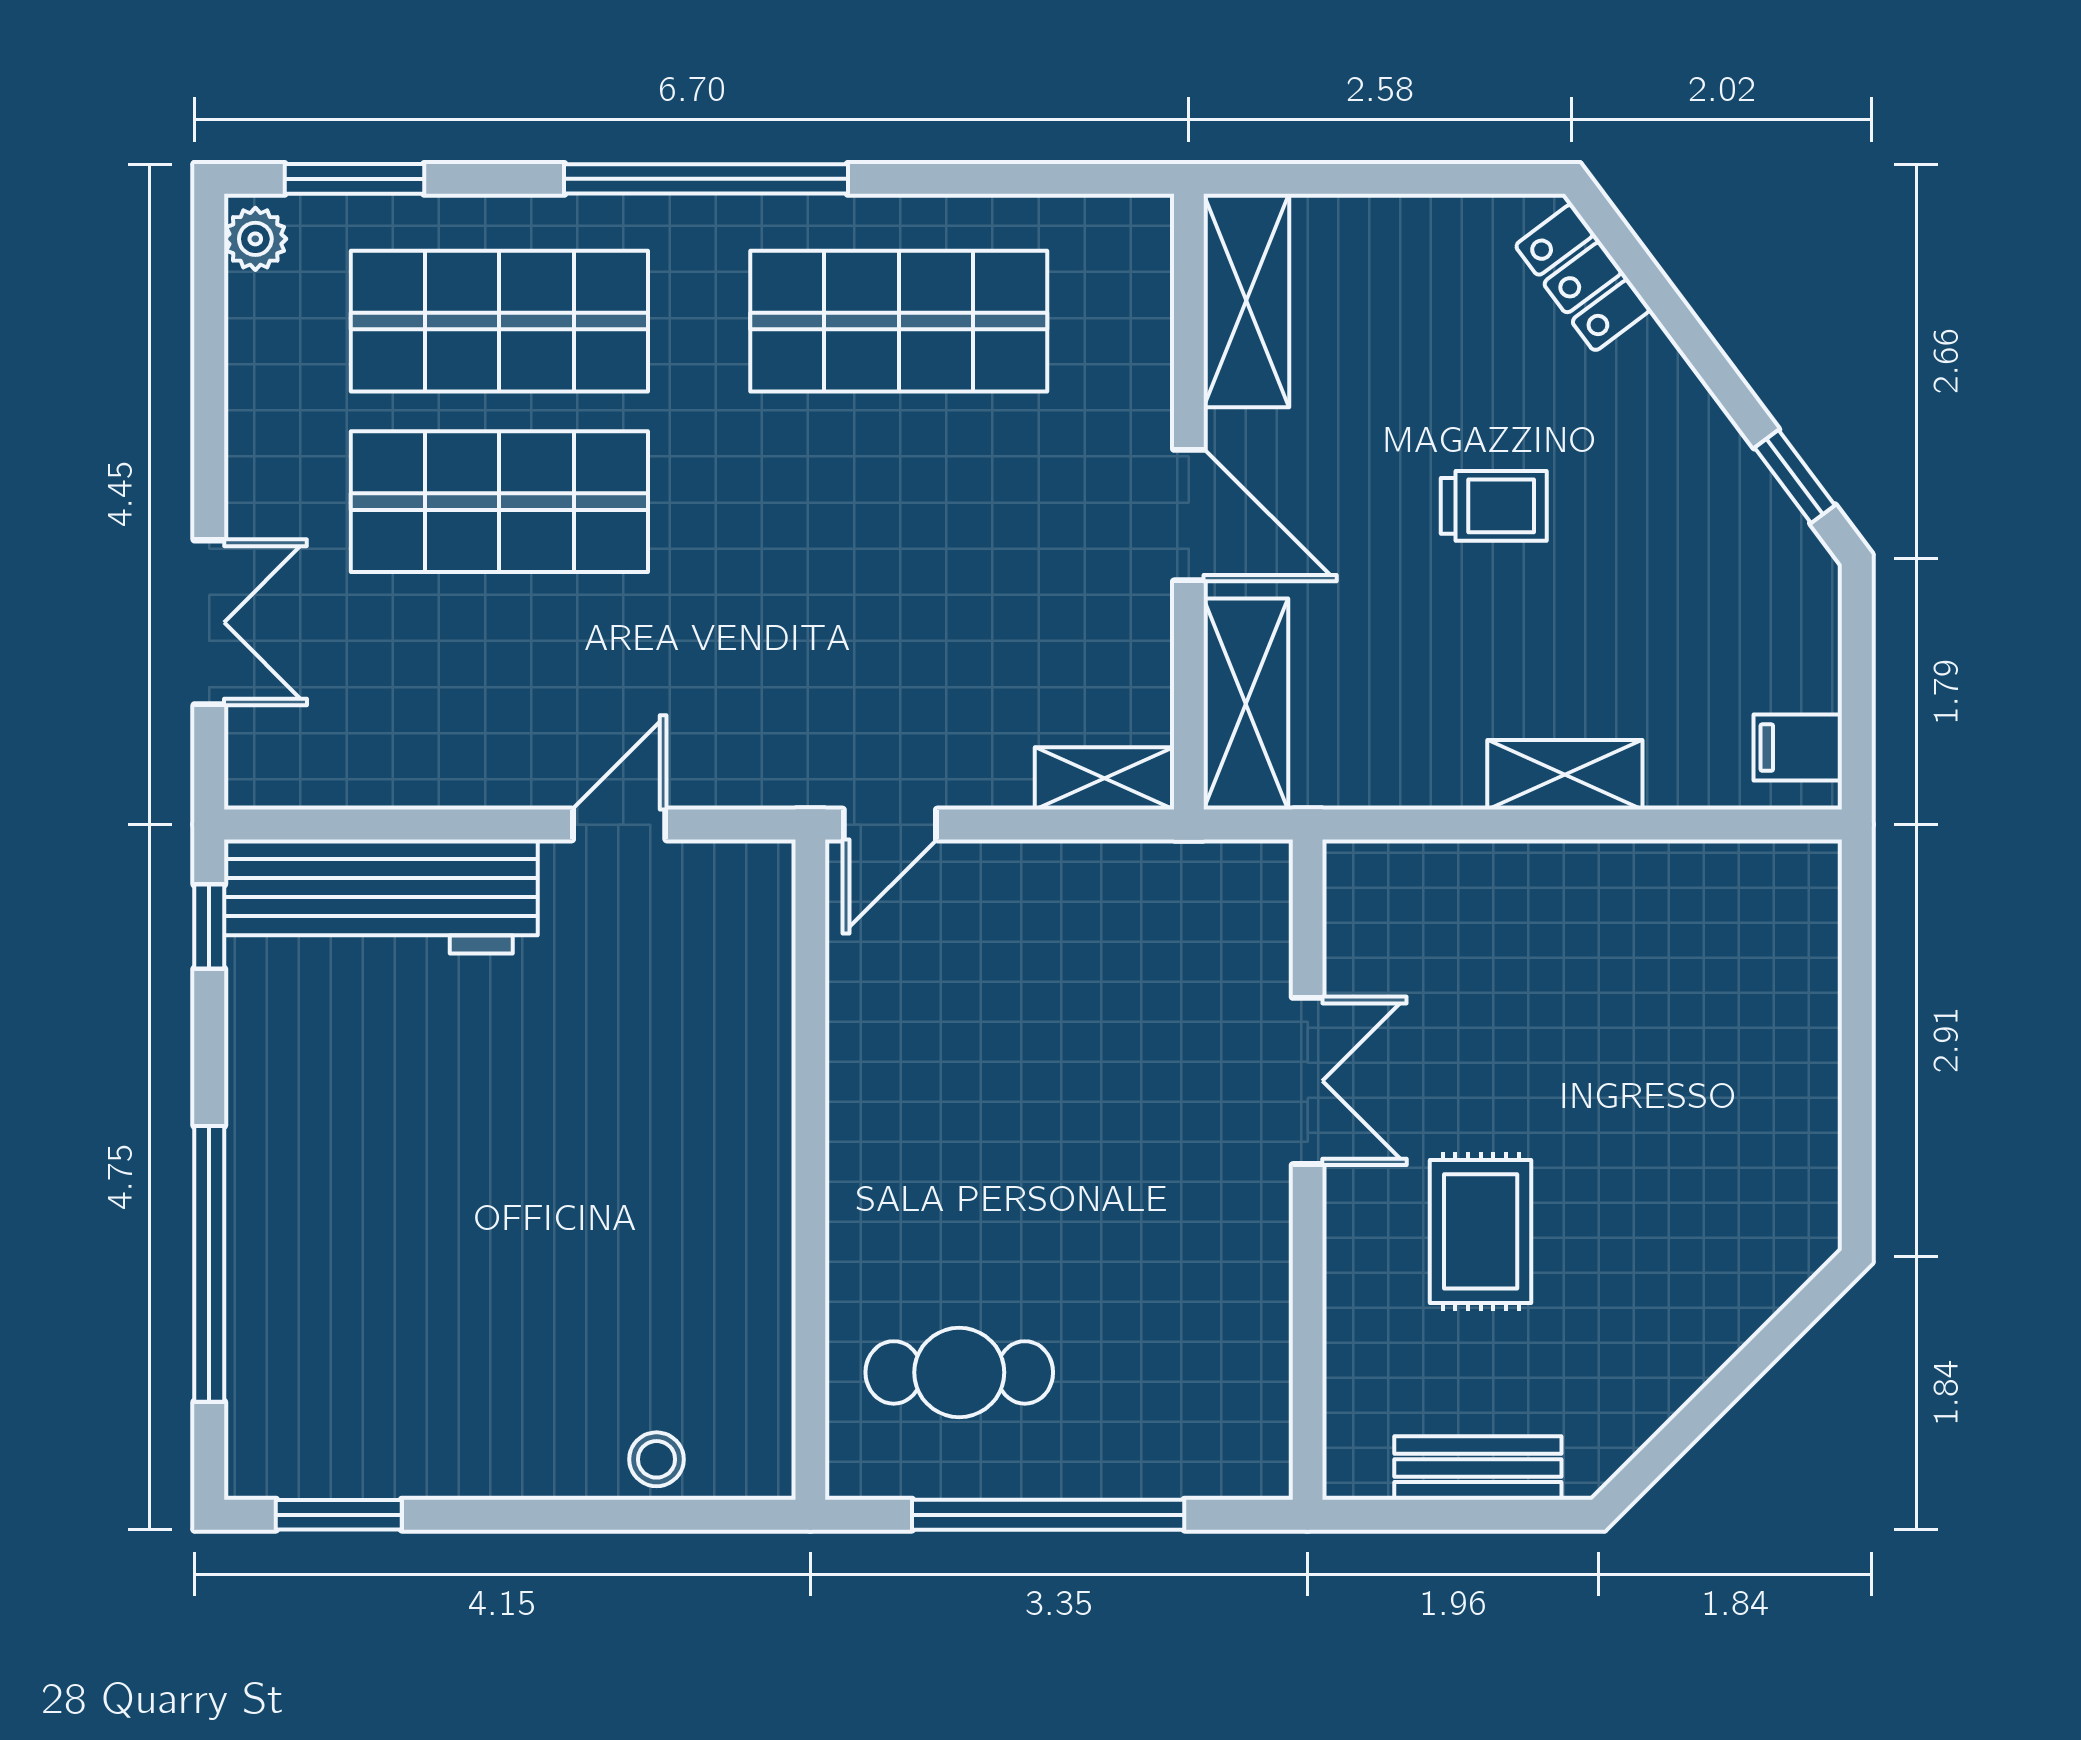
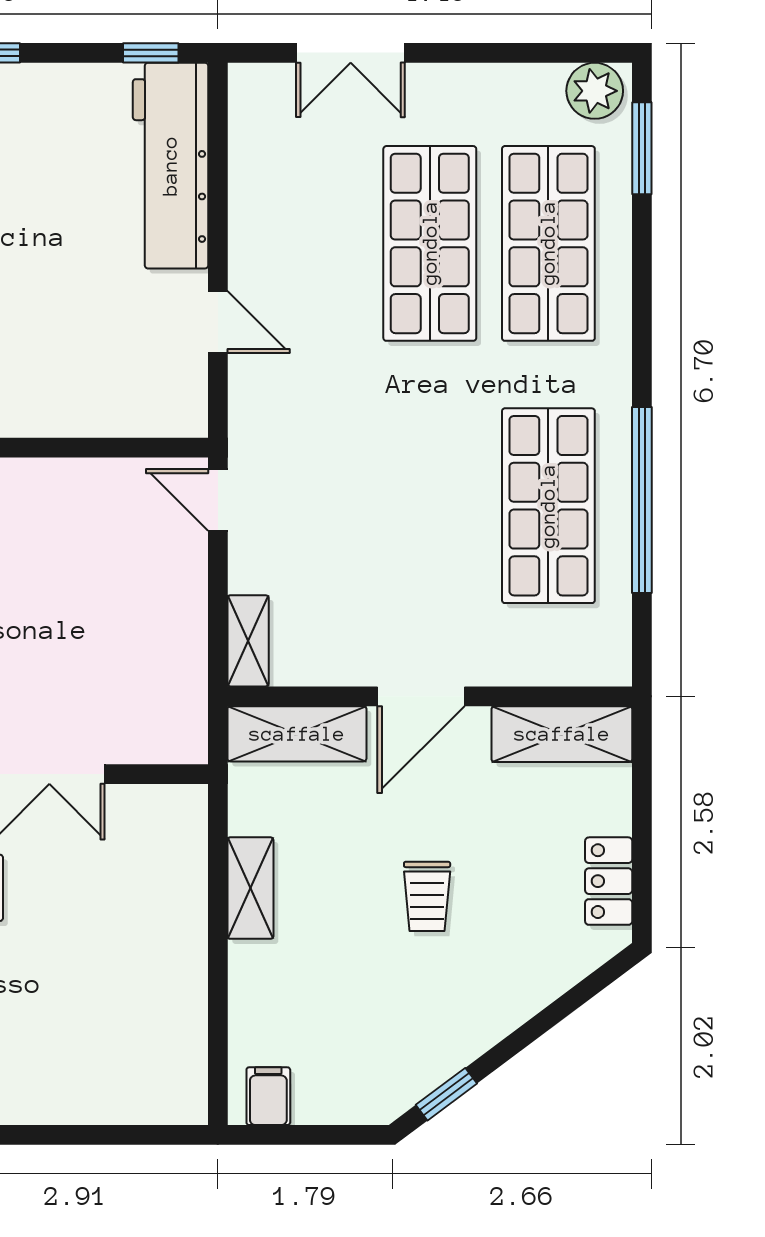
window: (706, 179) -> (642, 500), moved
plant: (255, 239) -> (595, 91), width x1.38, depth x1.38
locker: (1583, 277) -> (609, 881), moved, turned -53
shelving: (1565, 775) -> (250, 888), moved

